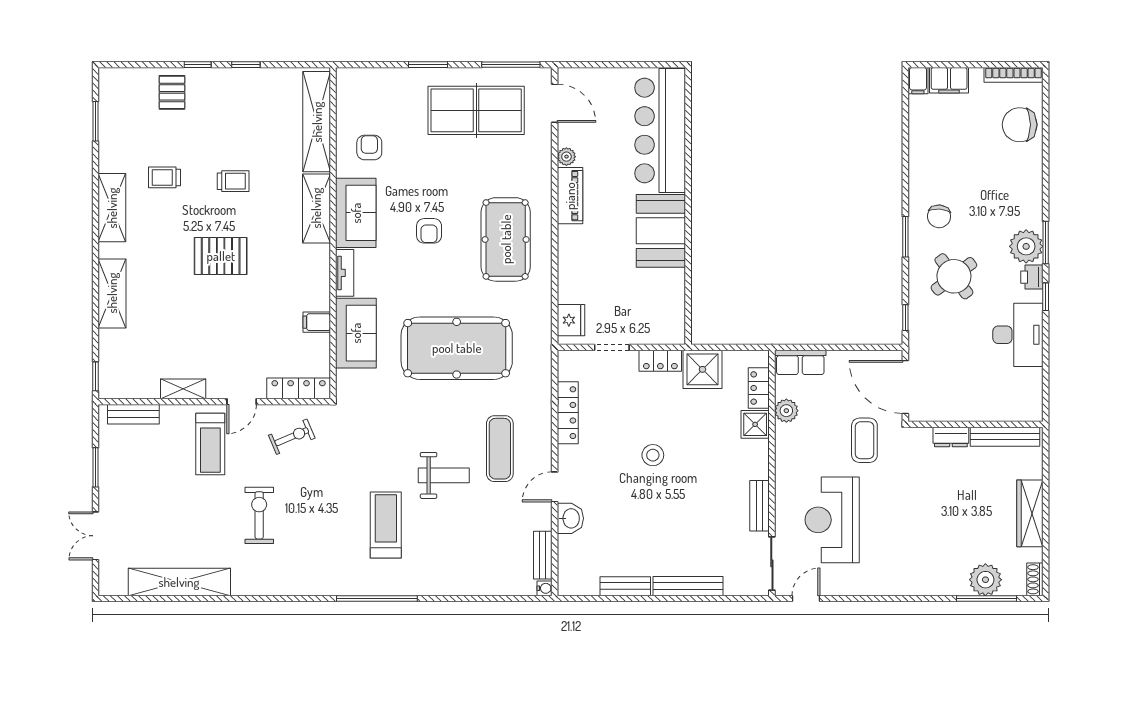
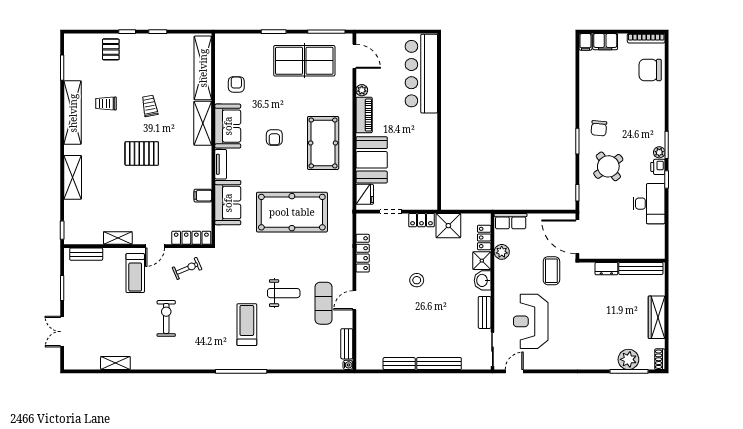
trolley: (233, 181) -> (150, 106), turned -101
shelving: (112, 208) -> (73, 113), width x1.47
booth: (661, 231) -> (372, 160), moved
plant: (1026, 246) -> (659, 152), width x0.53, depth x0.53
exercise mat: (500, 449) -> (323, 303), moved
washbasin: (570, 518) -> (483, 280), moved, turned 180
shelving: (179, 582) -> (115, 363), width x0.45, depth x0.75

